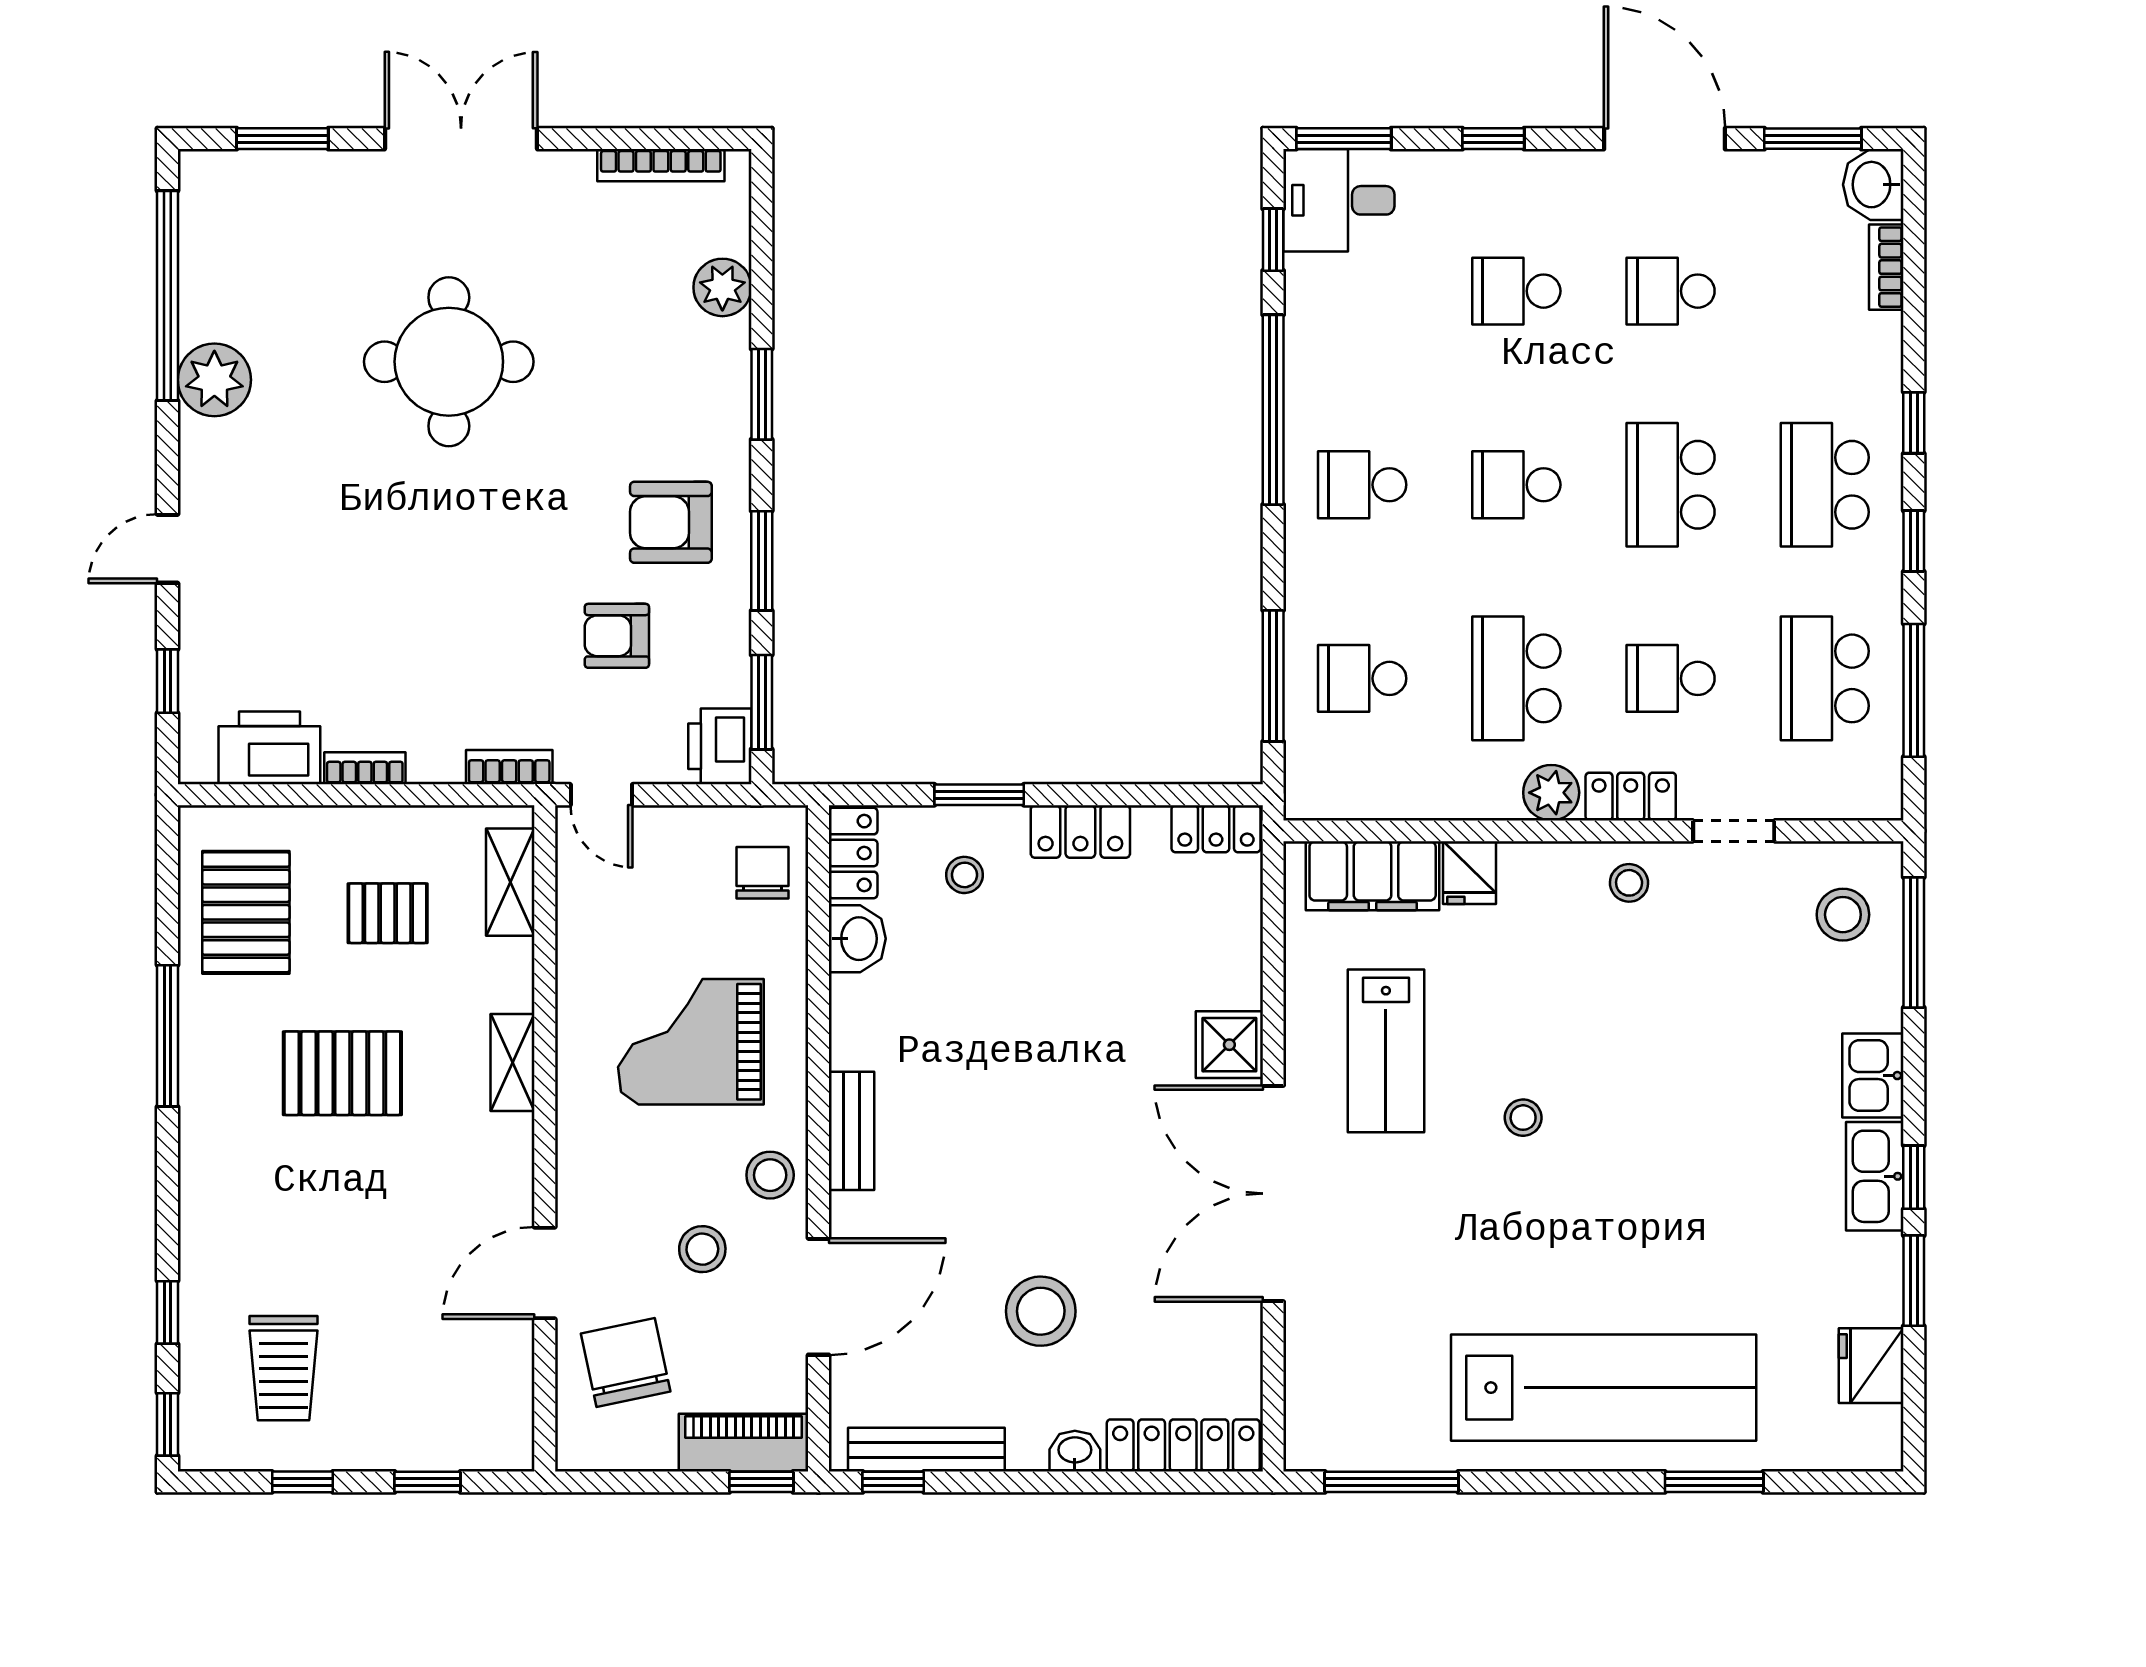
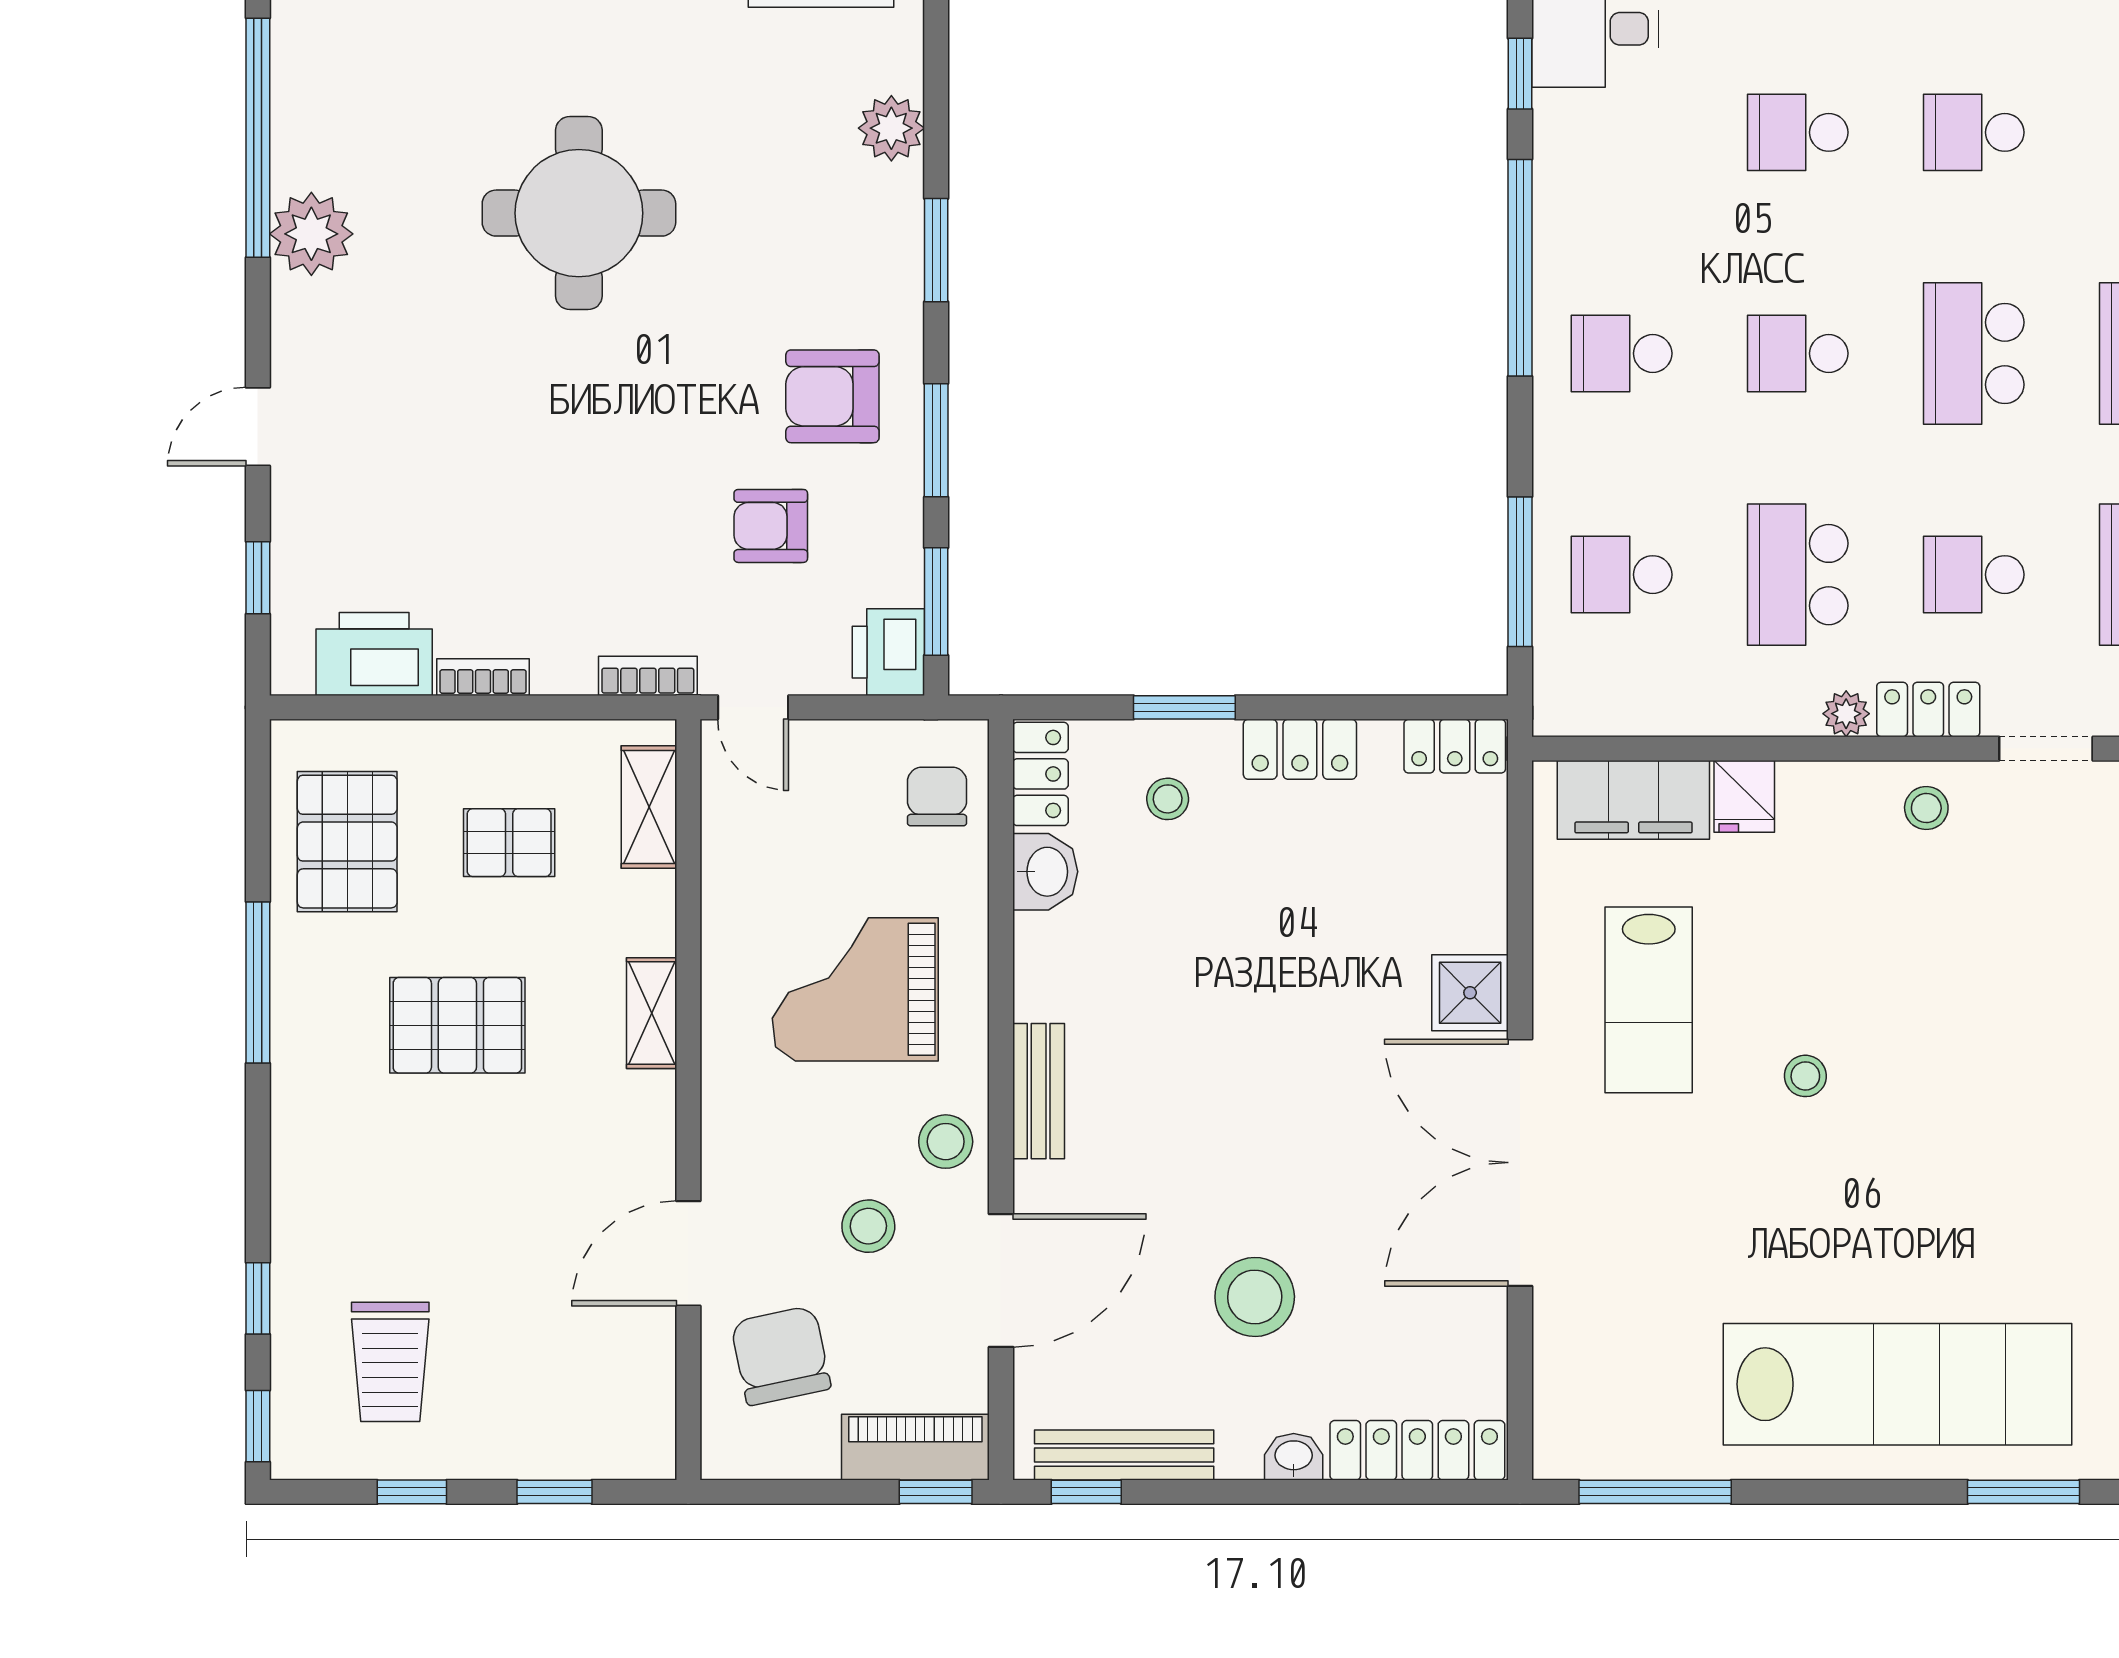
plant: (1551, 793) -> (1846, 714), width x0.73, depth x0.73

